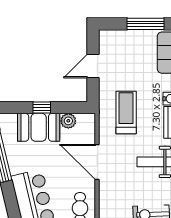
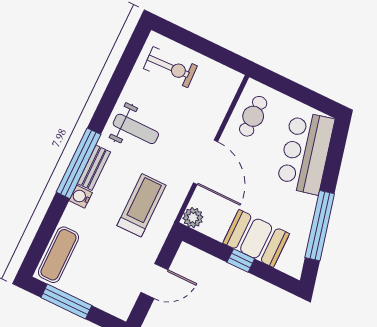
treadmill: (126, 113) -> (142, 205), turned 180
plant: (68, 121) -> (193, 218), moved

